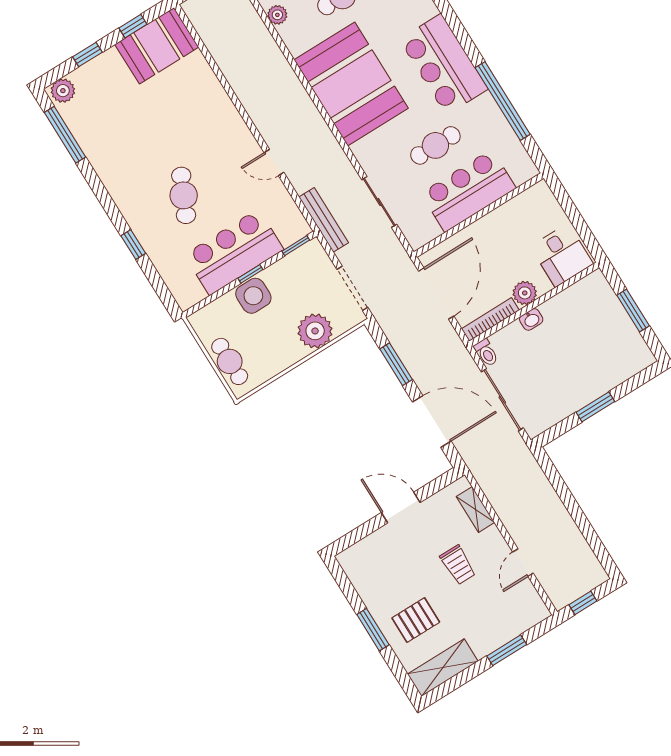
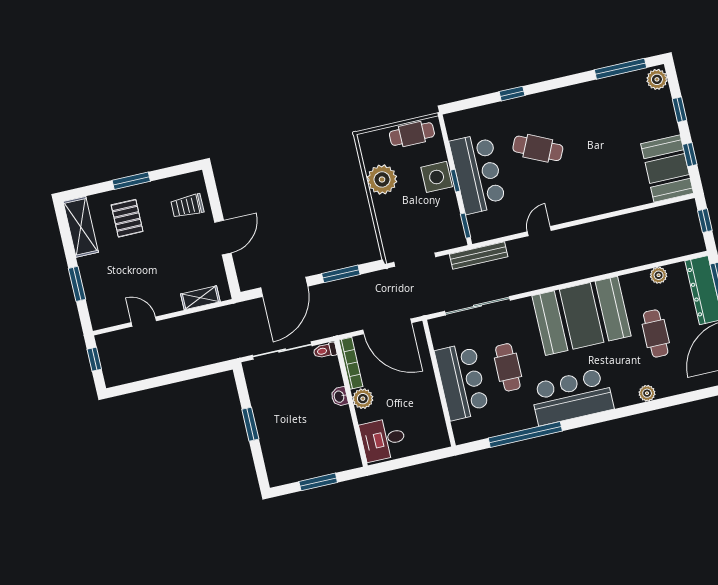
sliding door: (379, 202) -> (478, 306), width x1.37
plant: (315, 331) -> (382, 179), moved
cafe table: (230, 361) -> (412, 134), moved
trolley: (458, 565) -> (187, 206), moved

